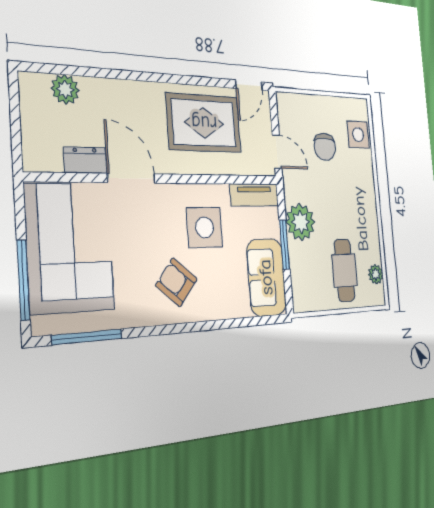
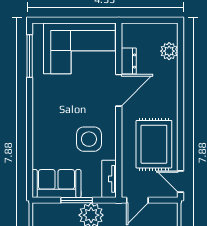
window: (23, 280) -> (63, 20), removed
armchair: (176, 282) -> (57, 116), removed

